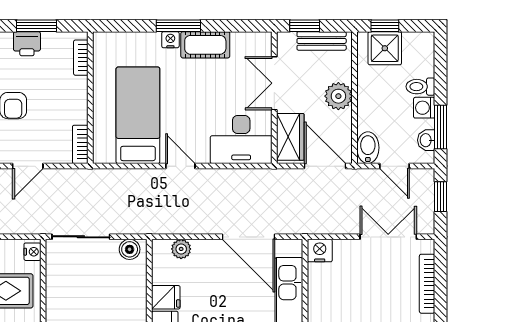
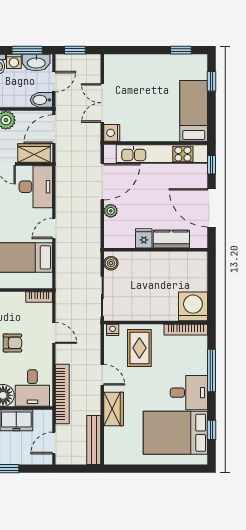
washbasin: (426, 140) -> (36, 63), width x1.91, depth x1.45
double door: (388, 237) -> (102, 103), moved
plant: (181, 249) -> (111, 211), moved
bookcase: (427, 284) -> (135, 59), removed

